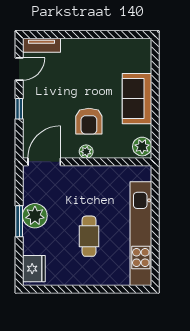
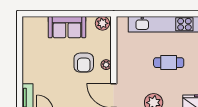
armchair: (89, 121) -> (84, 63), turned 90

